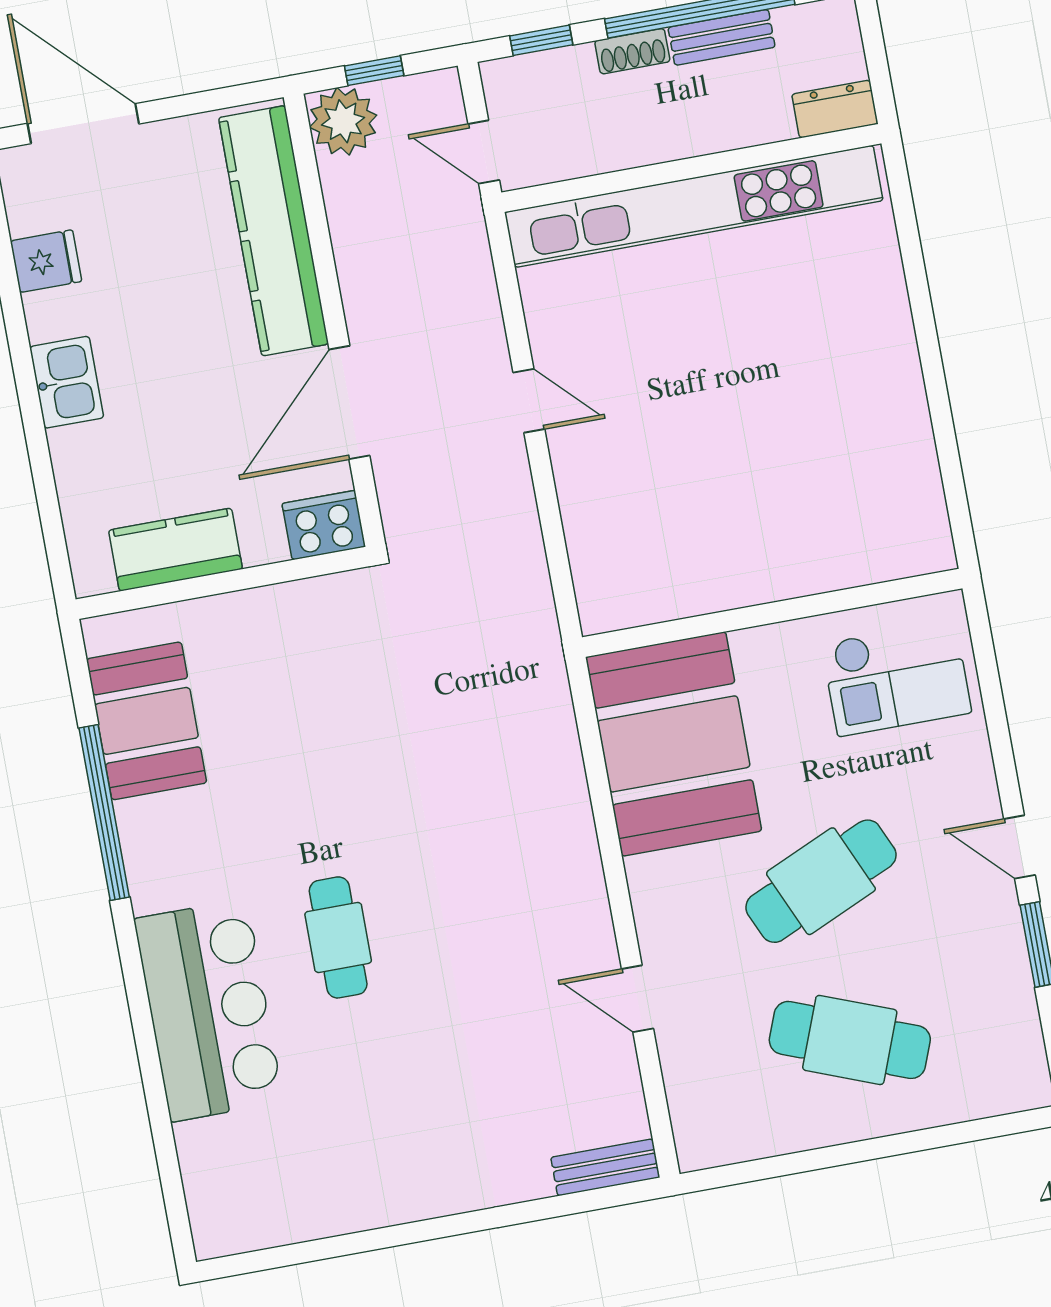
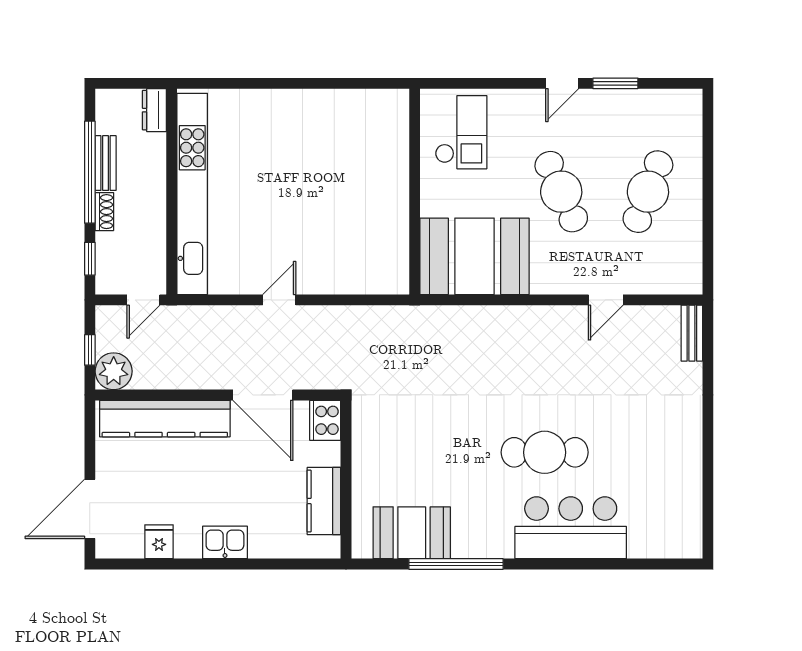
cafe table: (338, 937) -> (545, 452), width x1.37, depth x1.35

